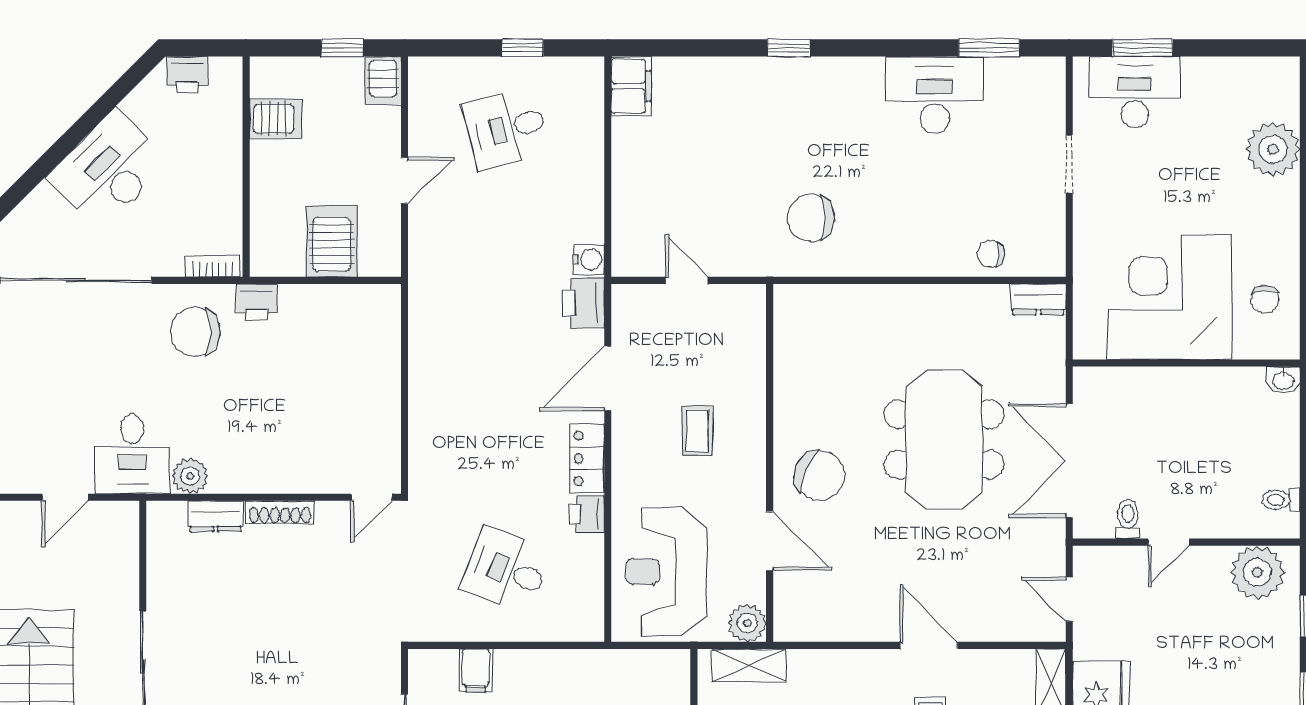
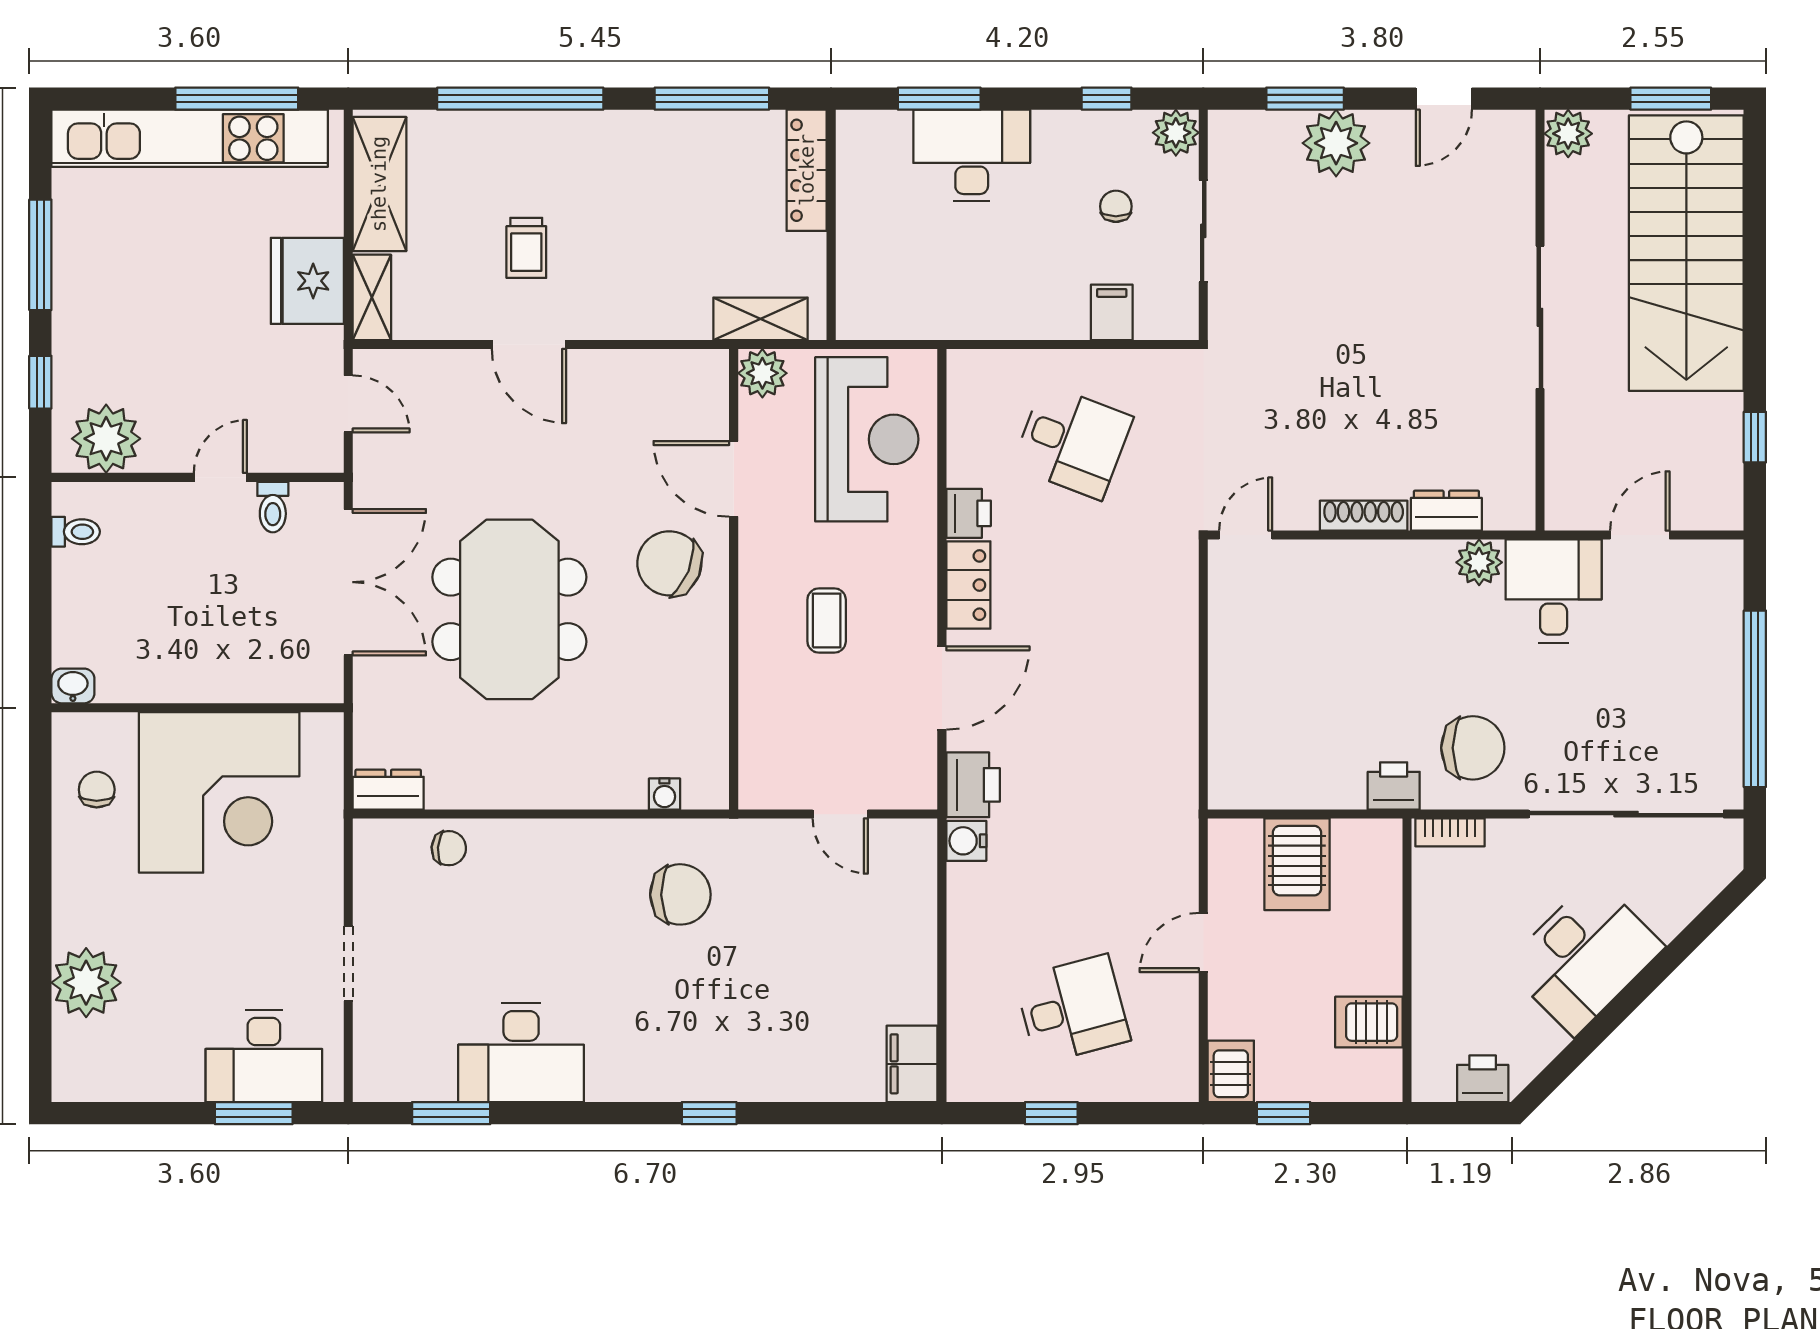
water cooler: (823, 296) -> (664, 794), added

